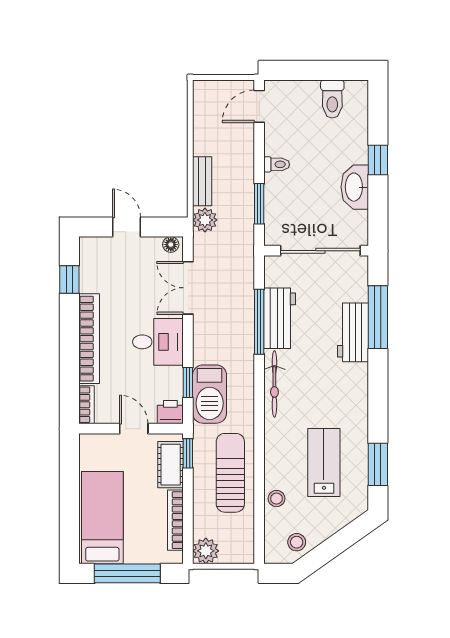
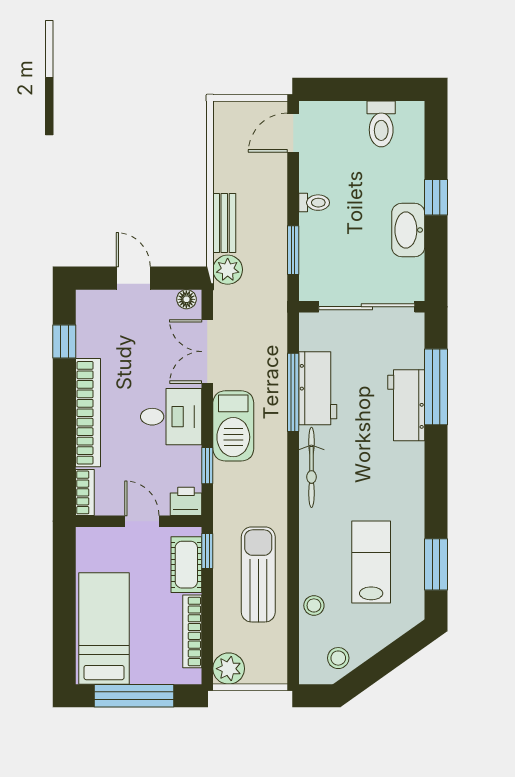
barbecue: (210, 394) -> (233, 426), moved

